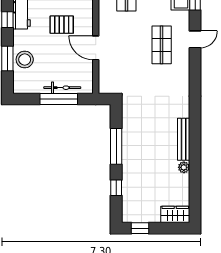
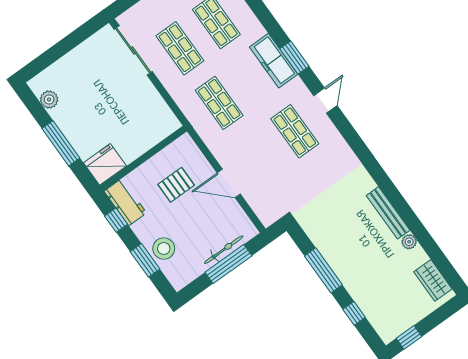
wardrobe: (175, 214) -> (433, 280), moved, turned -90

